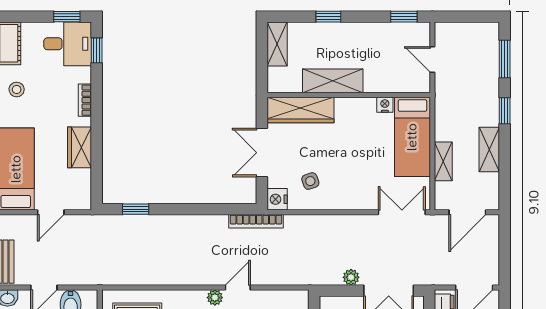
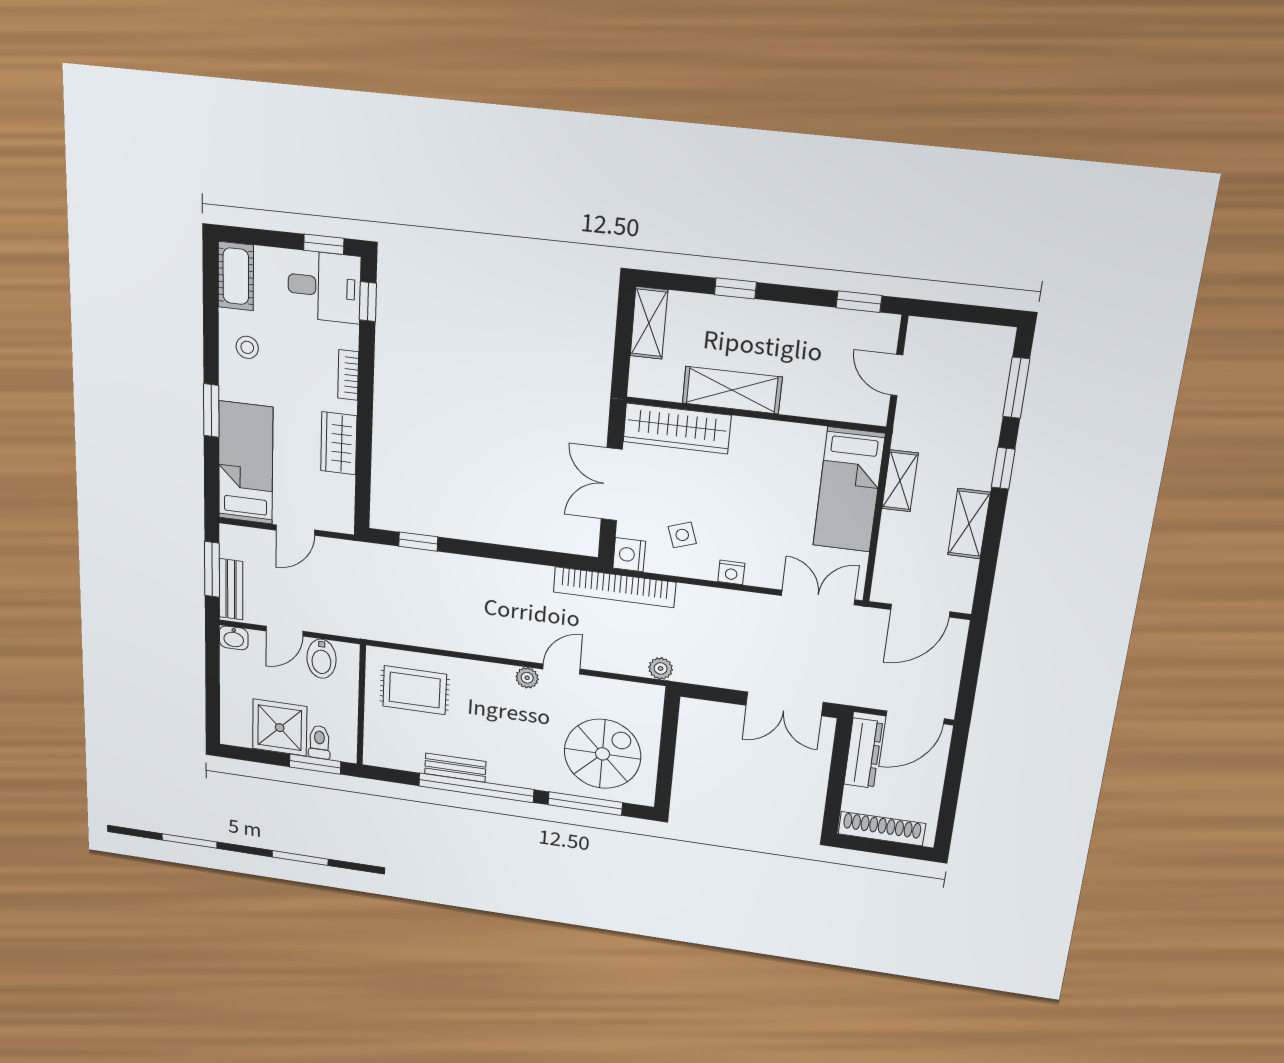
nightstand: (385, 105) -> (731, 572), moved, turned 180
shelving: (443, 161) -> (900, 481), moved
bookcase: (256, 221) -> (614, 587), width x1.48, depth x1.31
plant: (351, 277) -> (661, 668), moved

